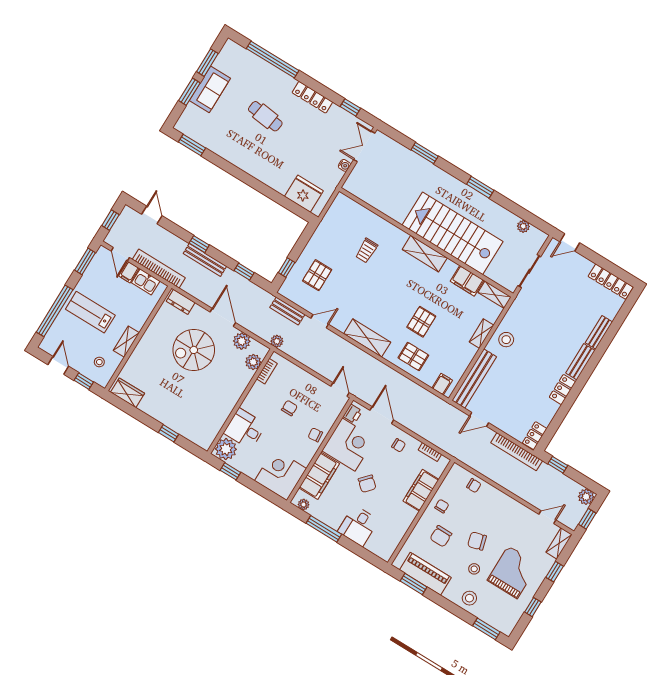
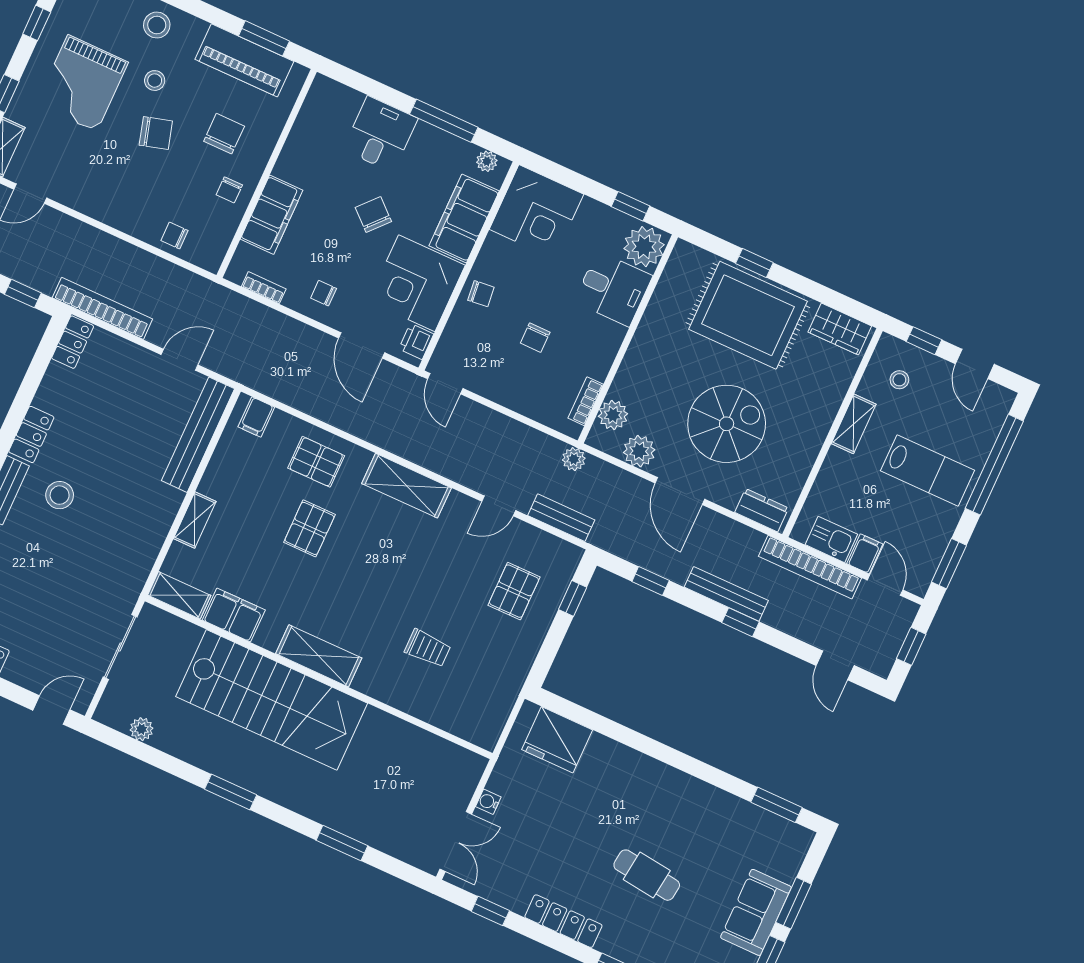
trolley: (367, 251) -> (428, 648), turned 90
stool: (506, 340) -> (60, 495), moved
rug: (175, 406) -> (748, 315), added

